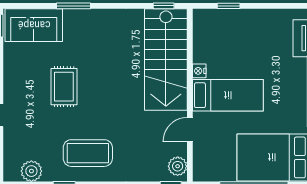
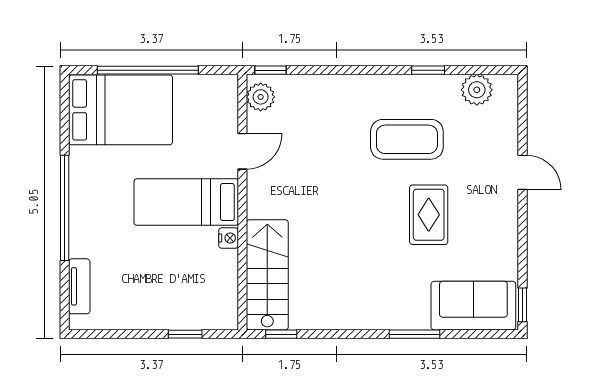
stairs: (166, 60) -> (267, 275), width x0.73, depth x0.66
coffee table: (88, 153) -> (407, 139), moved

